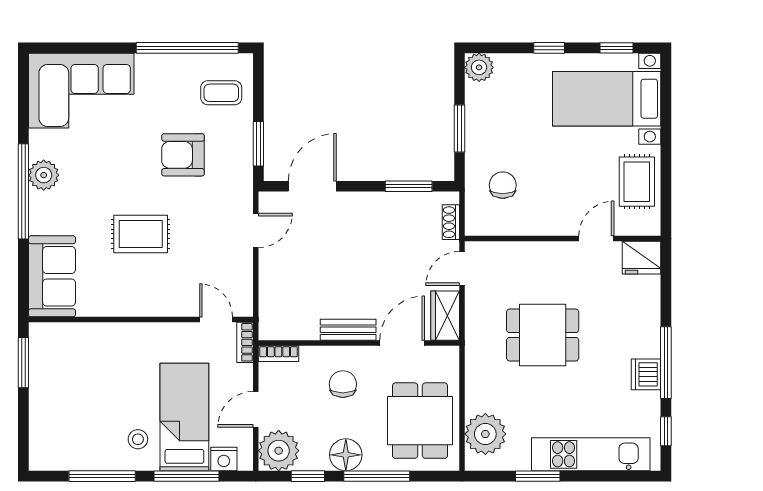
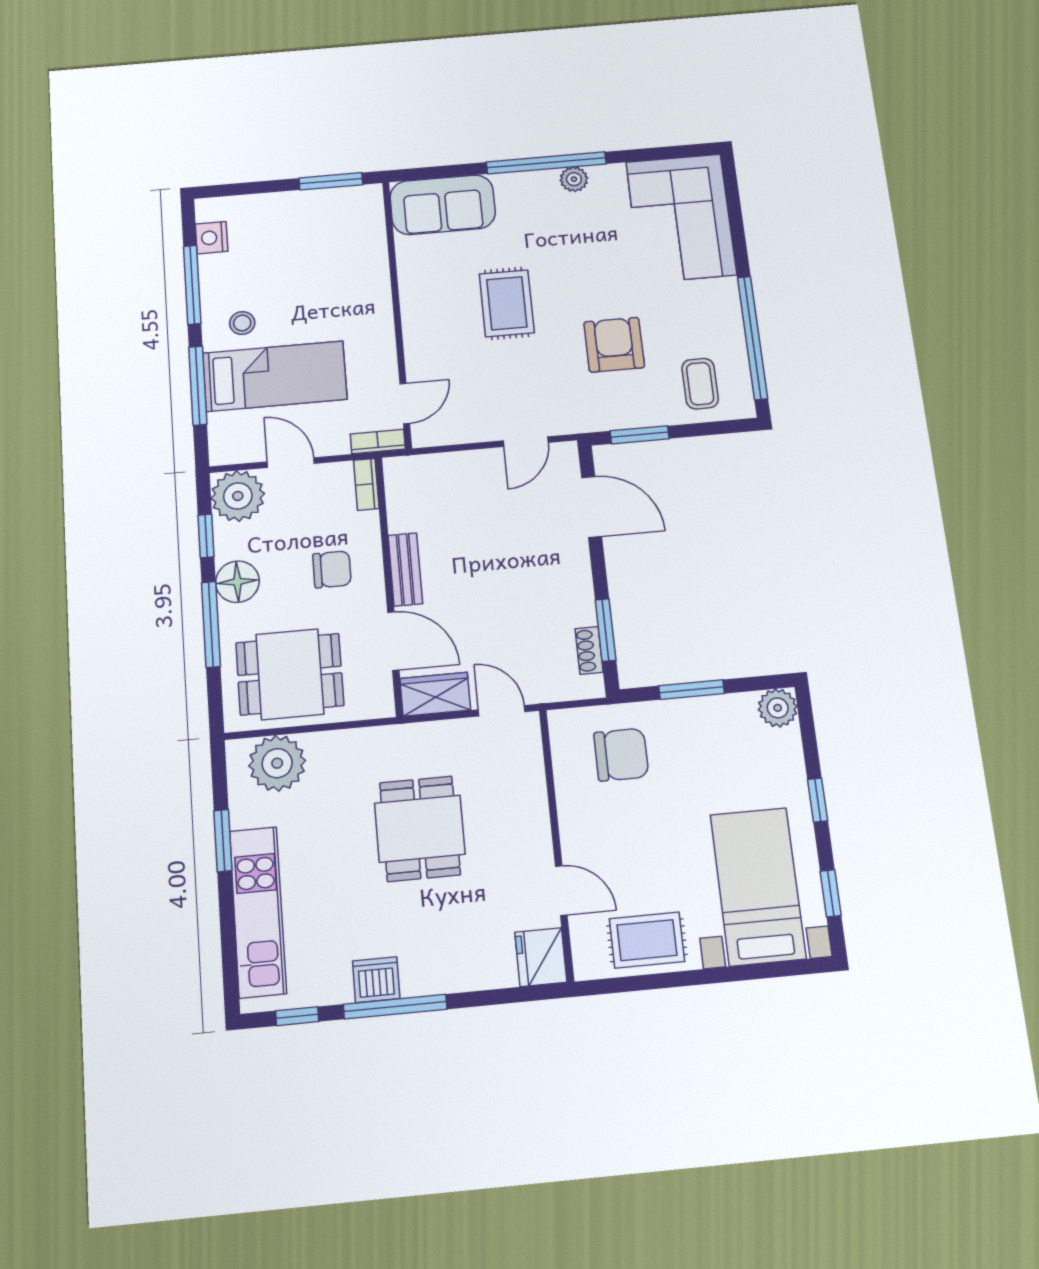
plant: (44, 175) -> (574, 179), width x0.73, depth x0.73
chair: (503, 185) -> (621, 755), width x1.37, depth x1.37
shoe rack: (451, 222) -> (589, 650), moved, turned -90
door: (256, 231) -> (526, 442), hinge flipped
nightstand: (224, 459) -> (212, 238), moved

